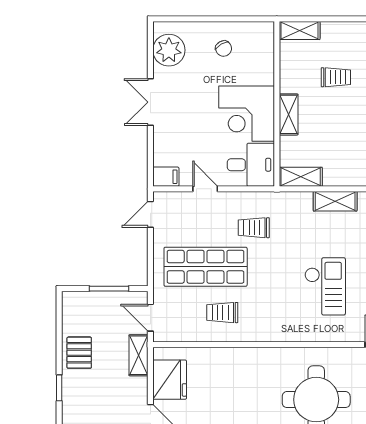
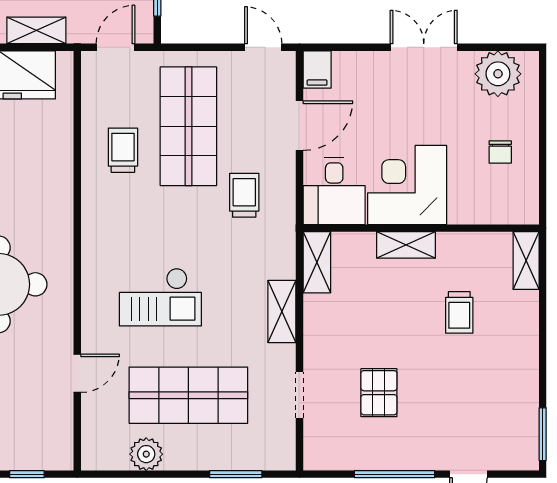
chair: (224, 49) -> (500, 152), turned -60
door: (205, 189) -> (300, 126), width x1.38
shelving: (138, 355) -> (36, 30), moved

